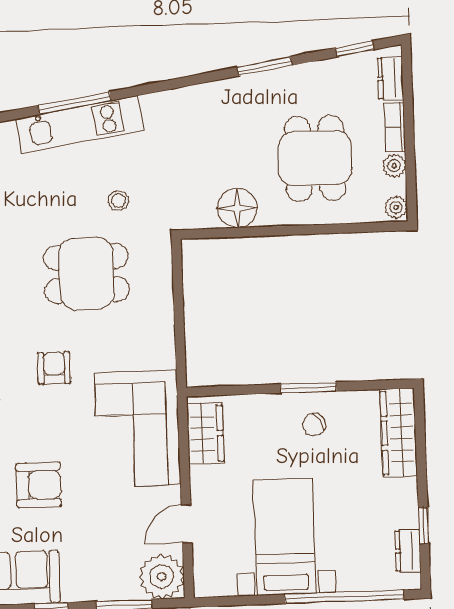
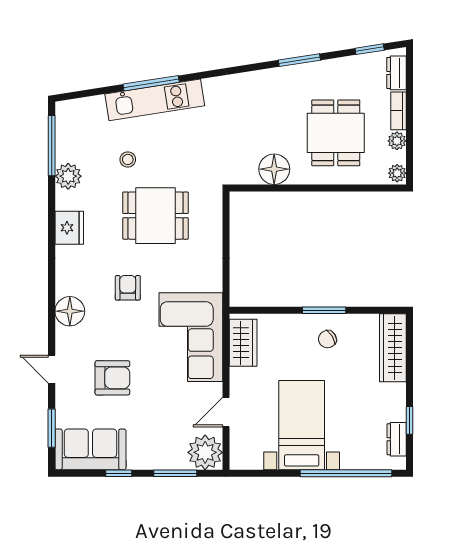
stool: (118, 201) -> (128, 159), moved

